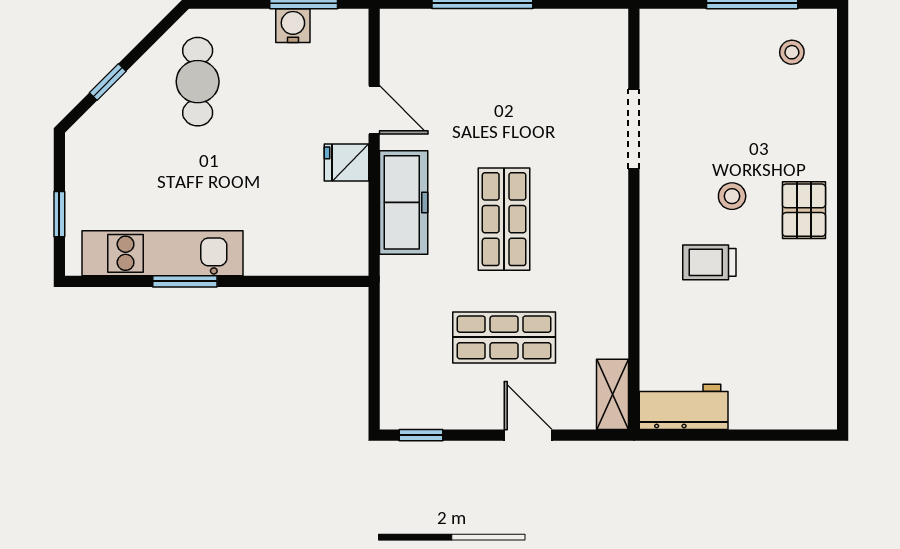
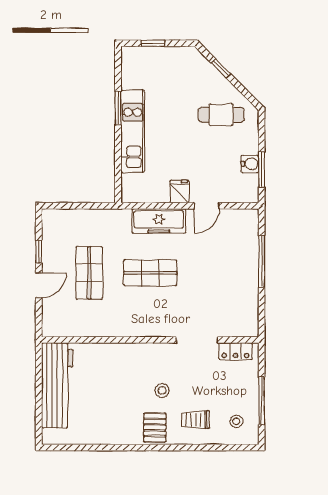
locker: (656, 54) -> (235, 351), added
pallet: (804, 210) -> (155, 428), turned 90
kitchen unit: (162, 253) -> (133, 131), moved
trolley: (709, 262) -> (195, 420), moved, turned -90
shelving: (613, 394) -> (60, 329), removed
workbench: (684, 407) -> (57, 385), width x1.88, depth x1.32
window: (421, 435) -> (39, 252), moved

